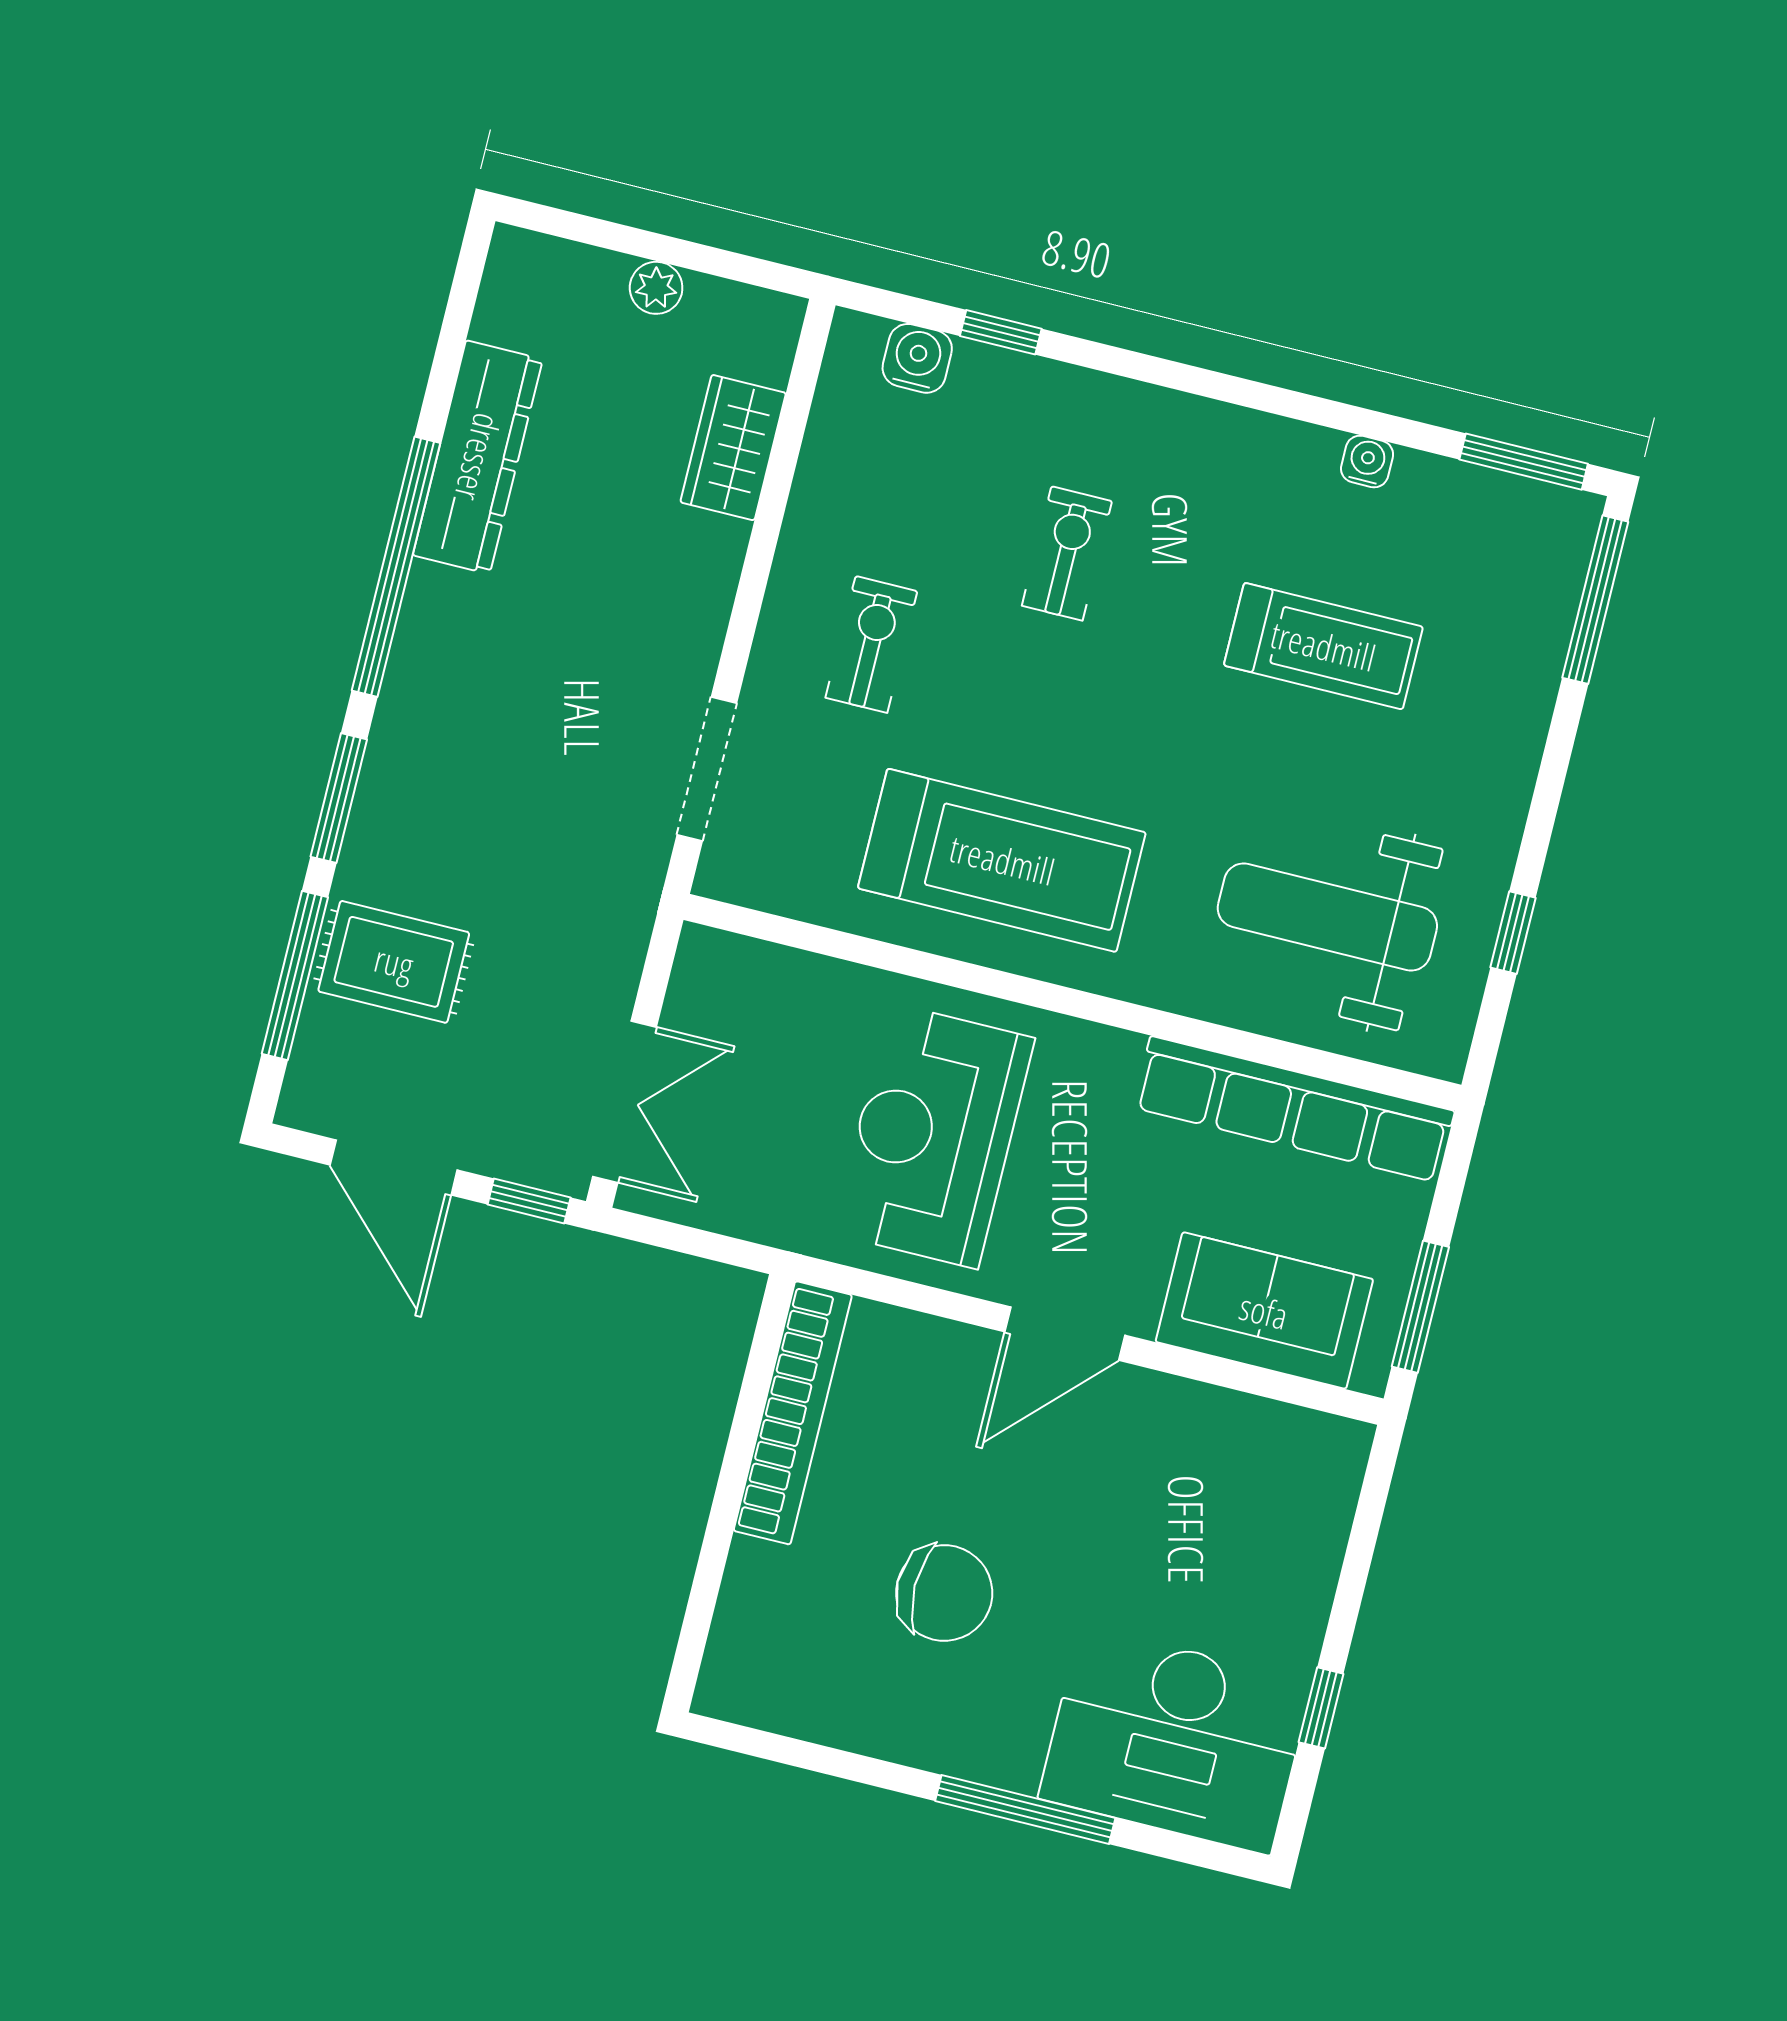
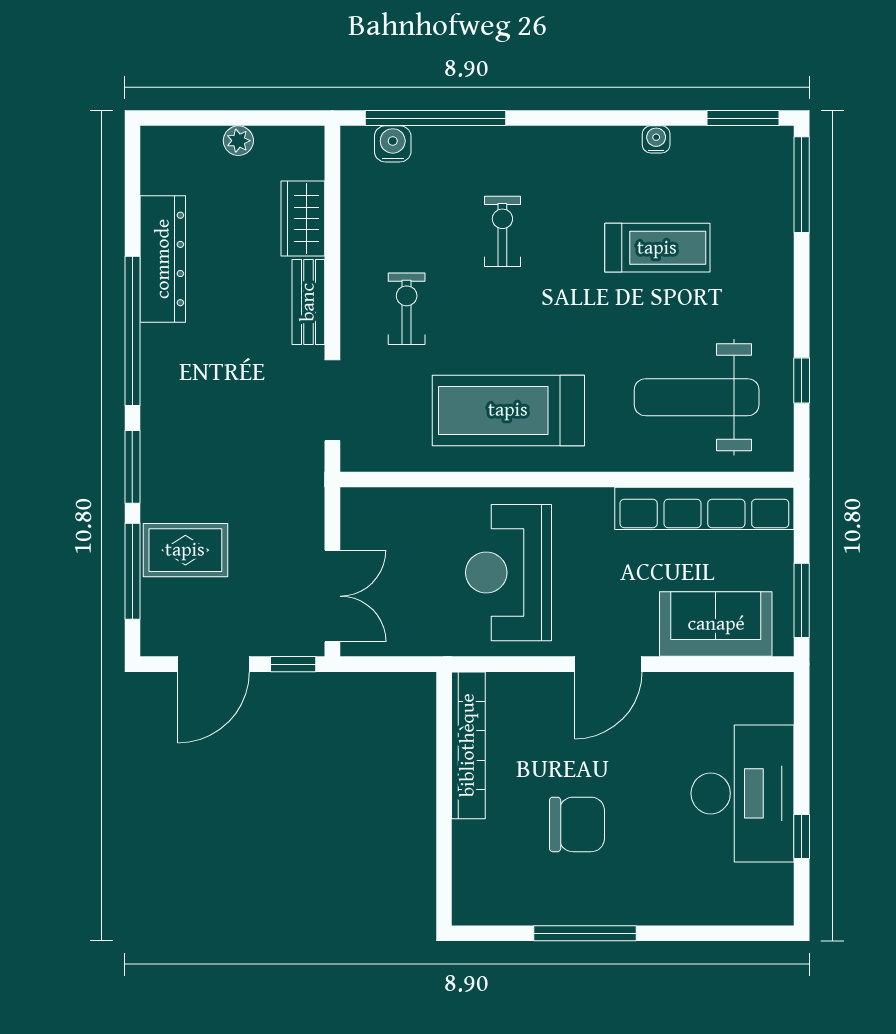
window: (1001, 332) -> (435, 118), width x3.17
bench: (707, 592) -> (308, 302), added
treadmill: (1002, 860) -> (508, 410), turned 180
door: (394, 1167) -> (214, 664), hinge flipped
desk: (1175, 1740) -> (743, 793), moved, turned -90
window: (1025, 1810) -> (585, 933), moved

